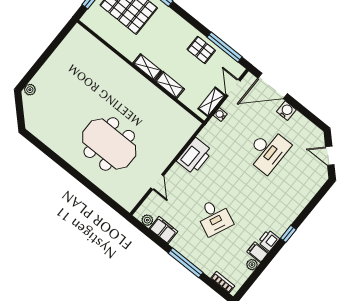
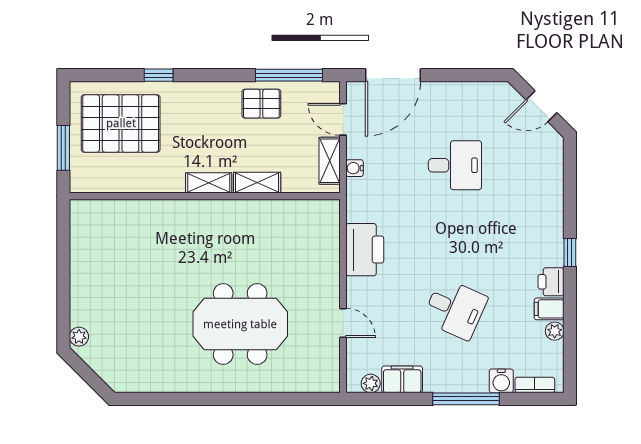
water cooler: (286, 111) -> (501, 381), moved, turned 180
desk: (268, 151) -> (455, 165), width x0.73

